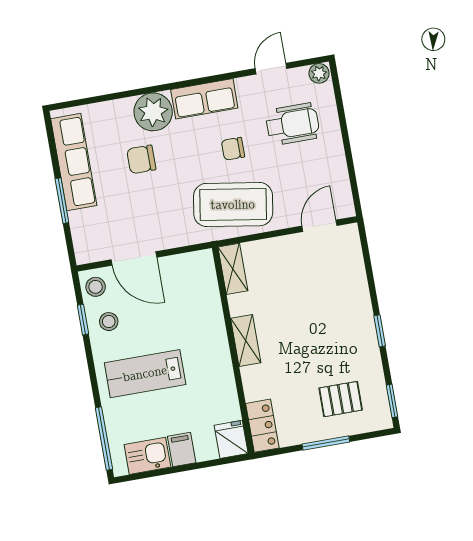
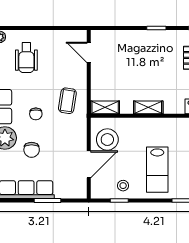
wheelchair: (292, 124) -> (26, 58), turned 180
chair: (233, 149) -> (36, 114), moved
coffee table: (233, 205) -> (67, 101), width x0.54, depth x0.58
stool: (96, 287) -> (107, 140), moved, width x1.89, depth x1.89

